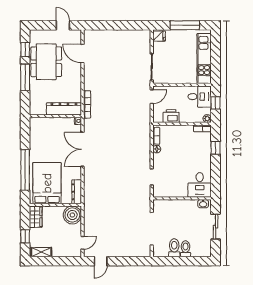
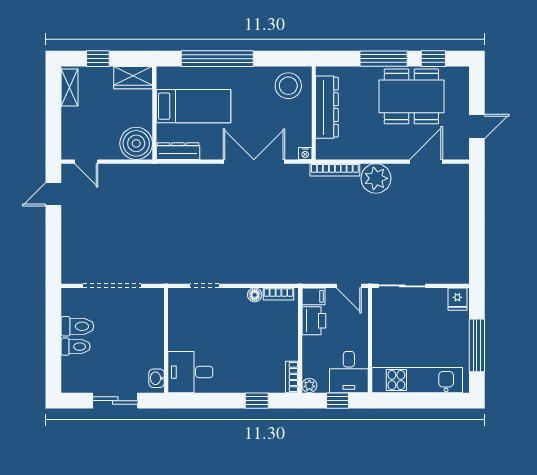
plant: (92, 81) -> (376, 178), added
dresser: (64, 109) -> (327, 107), moved
filing cabinet: (158, 116) -> (313, 296), added
stool: (40, 130) -> (288, 86), added
bed: (47, 183) -> (193, 106), width x0.67
door: (101, 261) -> (53, 194), hinge flipped

